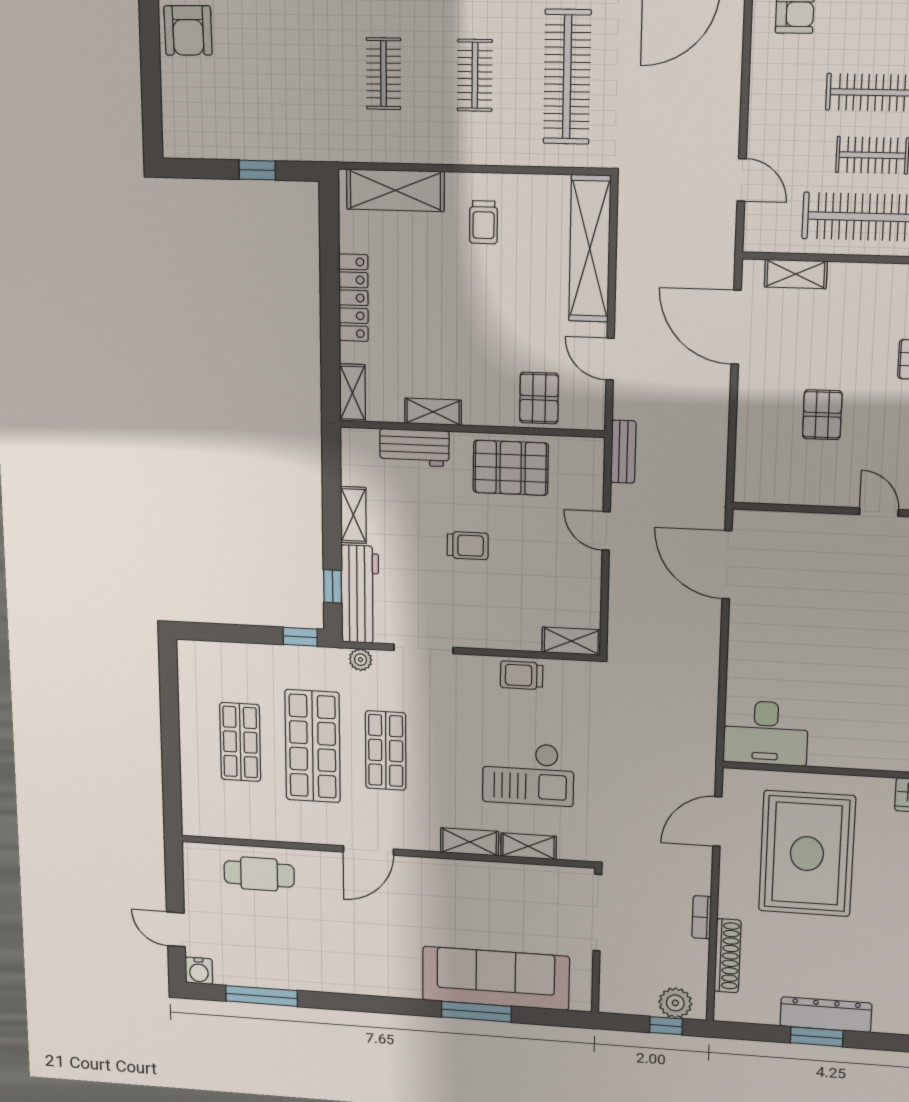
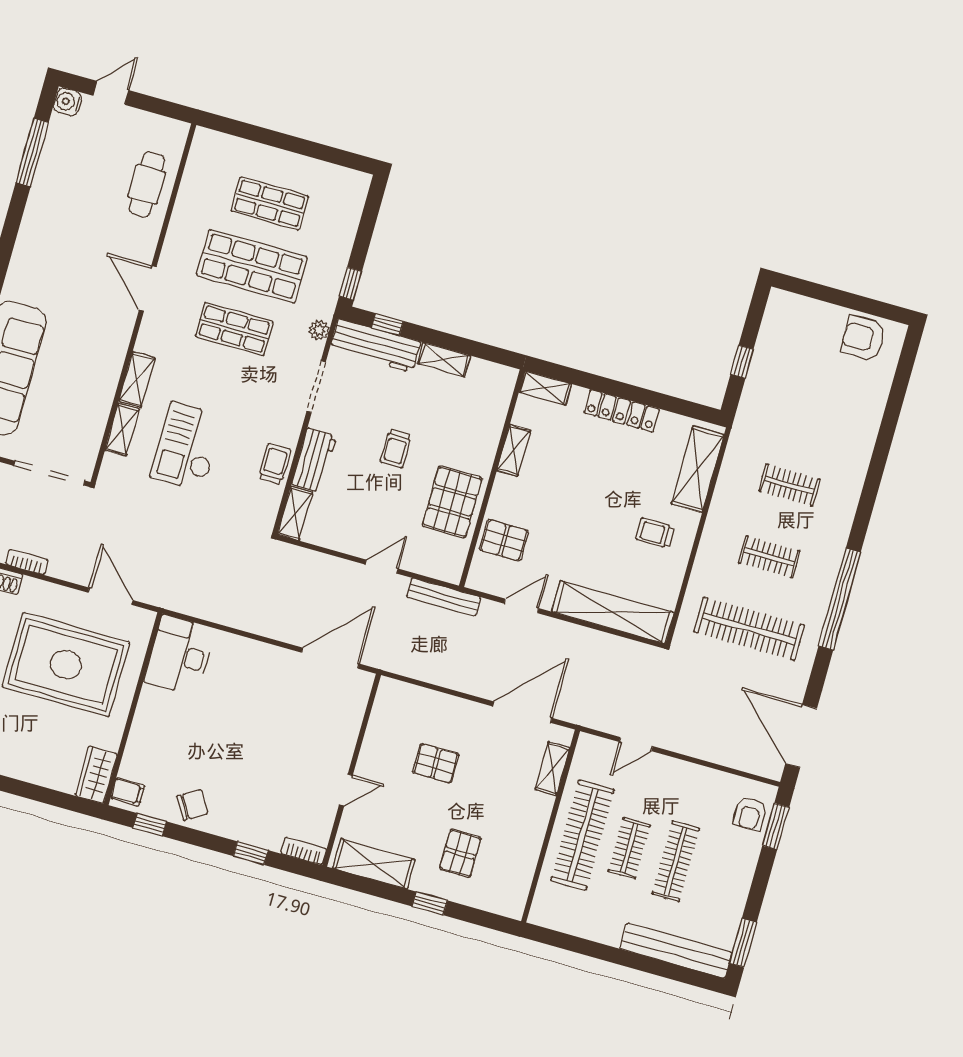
workbench: (414, 448) -> (314, 460), moved, turned 180
bench: (623, 452) -> (444, 597), width x1.36

